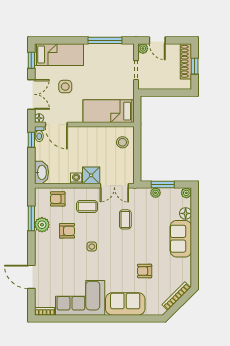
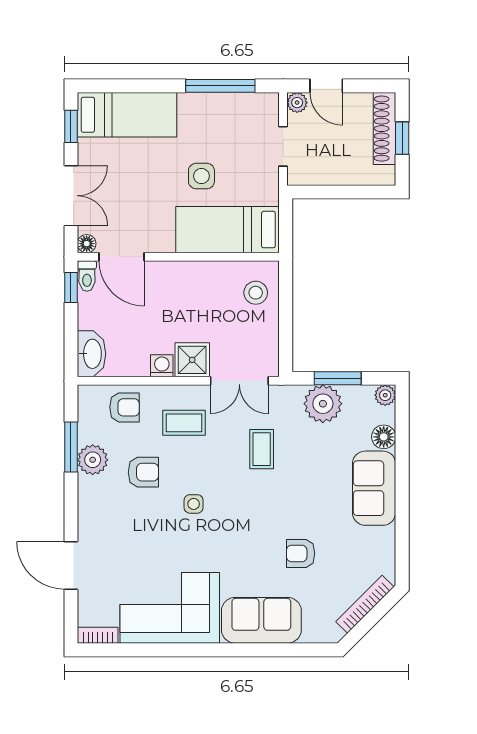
side table: (65, 87) -> (201, 176), moved
plant: (156, 193) -> (323, 404), width x1.88, depth x1.88
armchair: (58, 199) -> (125, 407), turned 180

